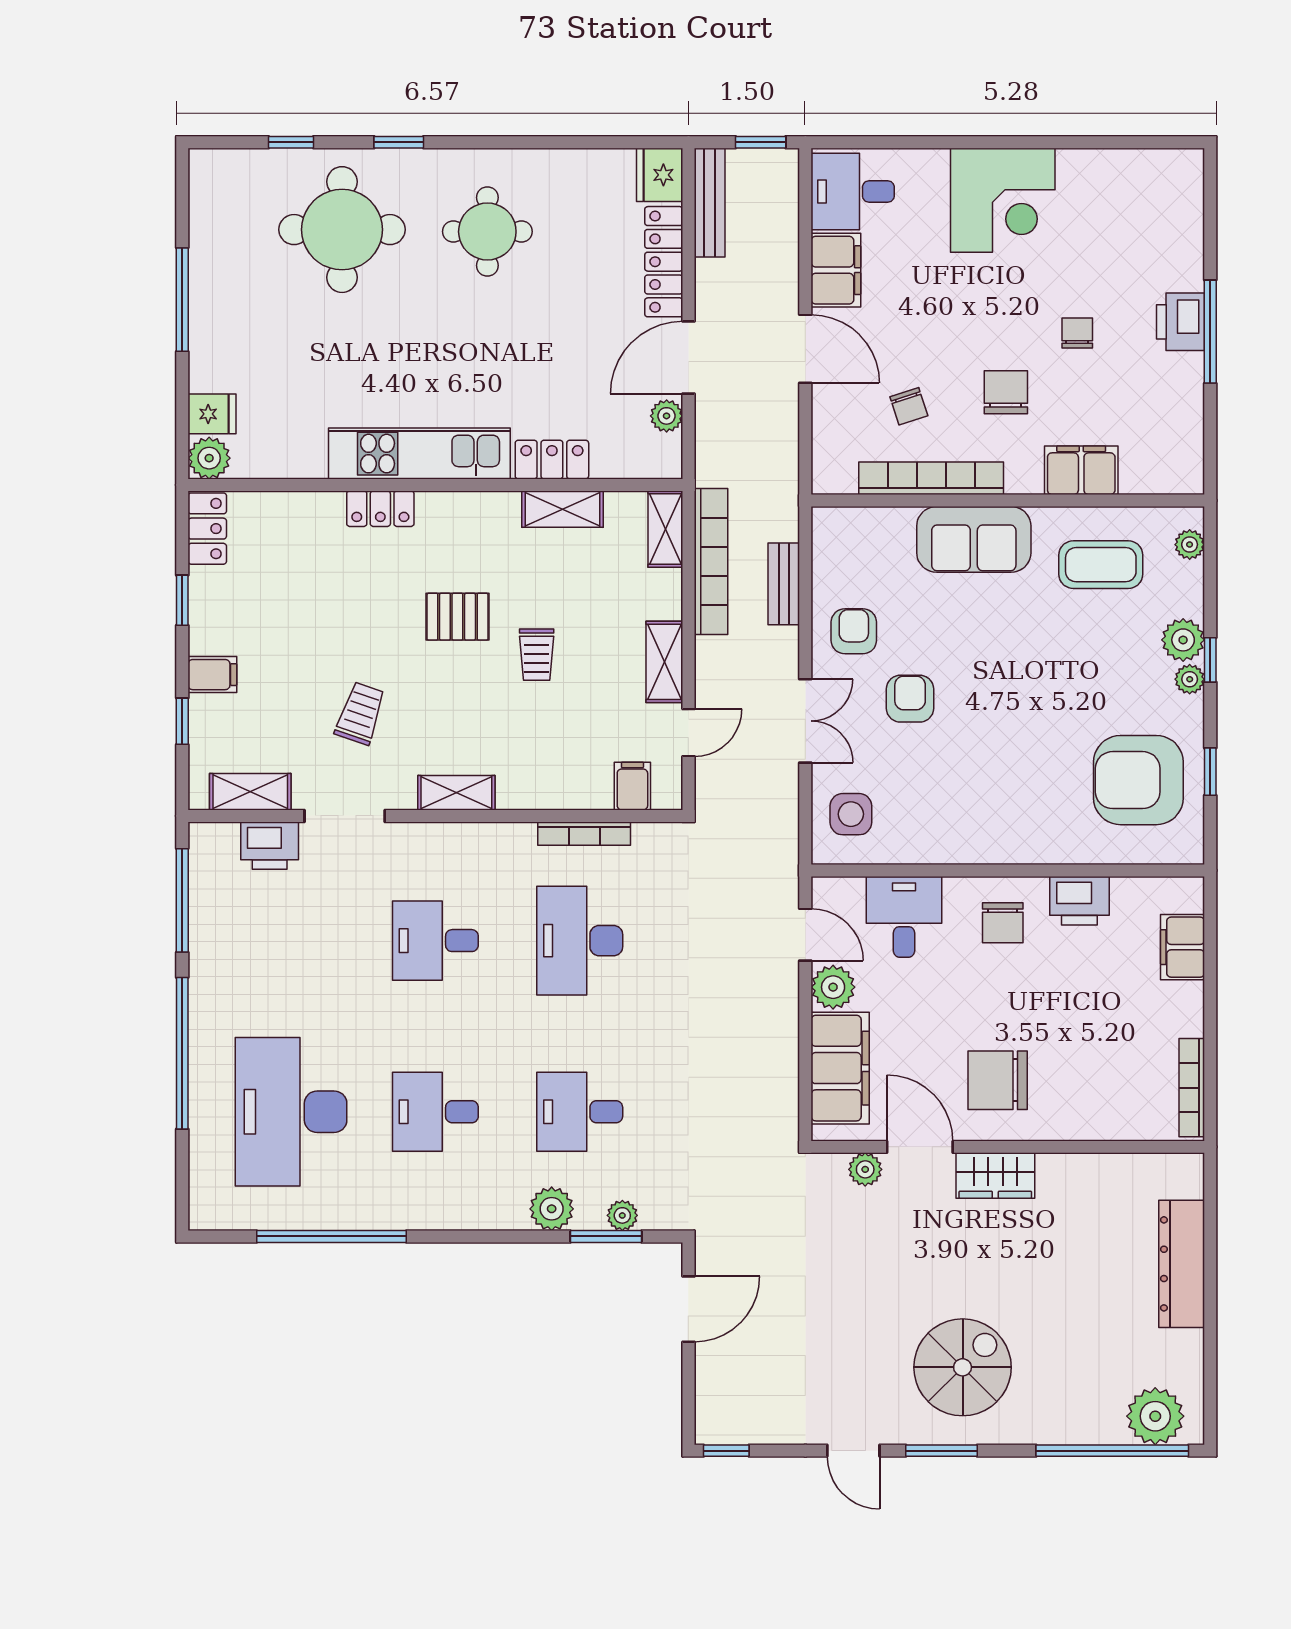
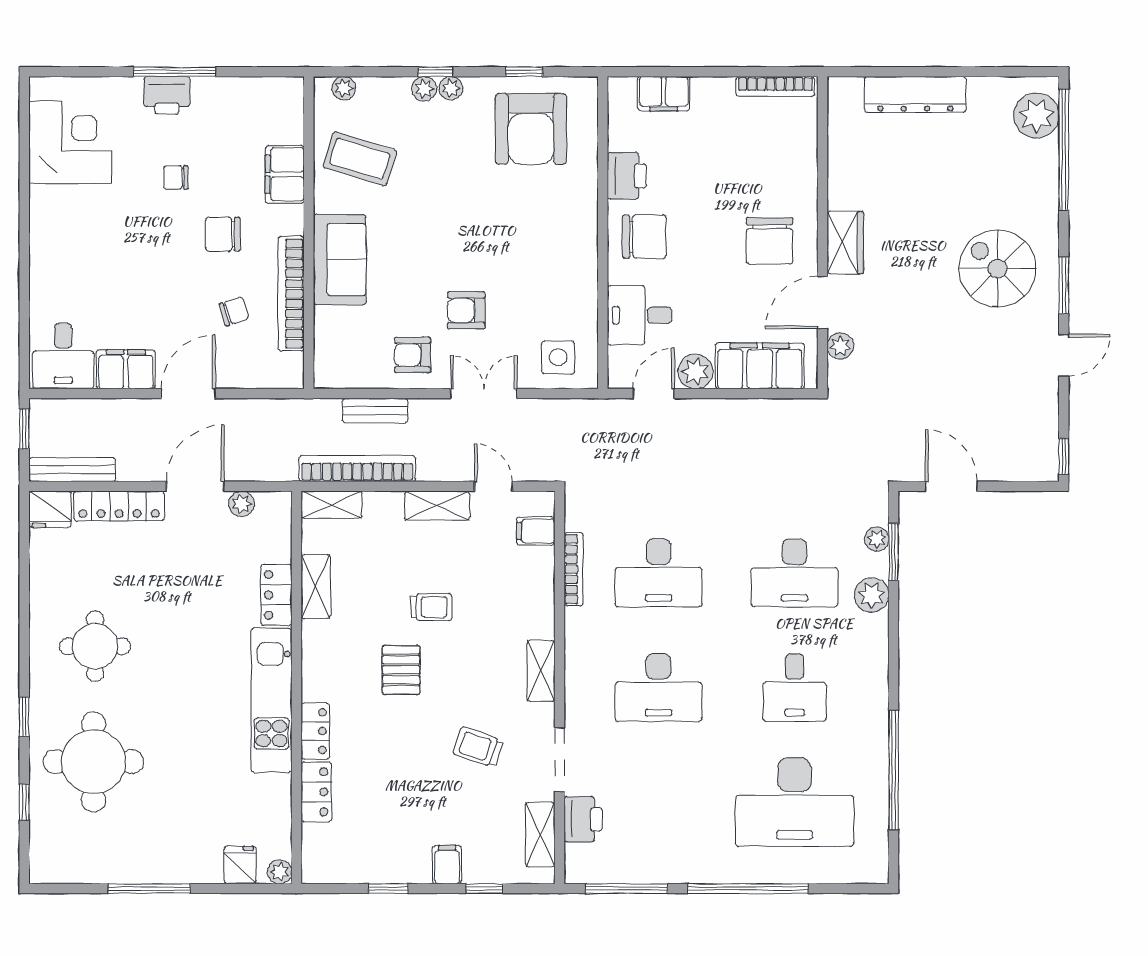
corner desk: (1003, 200) -> (70, 142), moved
door: (688, 358) -> (195, 486), swing flipped
plant: (209, 458) -> (280, 872), width x0.73, depth x0.73
locker: (207, 529) -> (316, 792), moved, turned 90
coffee table: (1101, 565) -> (360, 159), turned -73
plant: (1183, 640) -> (424, 89), width x0.73, depth x0.73
chair: (1003, 923) -> (644, 237), width x1.37, depth x1.37
desk: (435, 941) -> (659, 687), width x1.37
desk: (580, 1112) -> (795, 573), width x1.37

